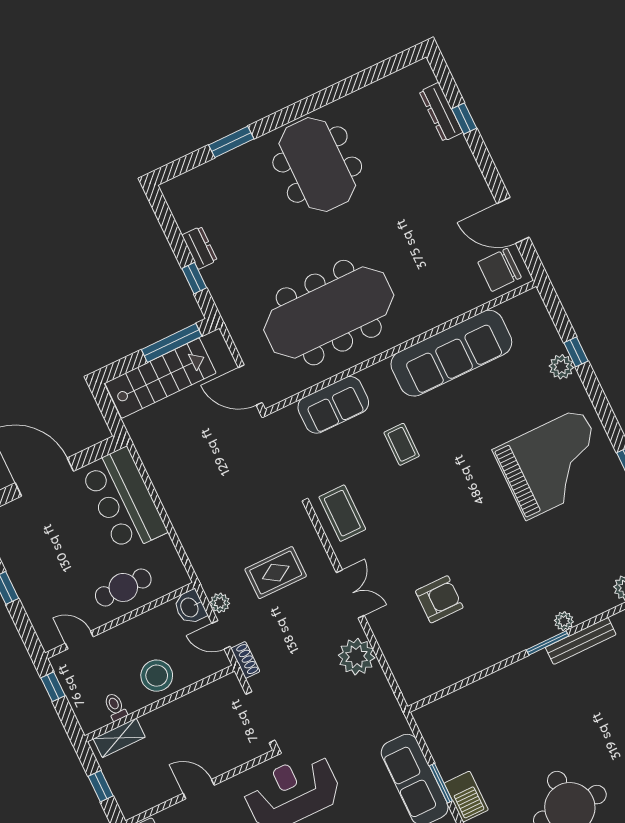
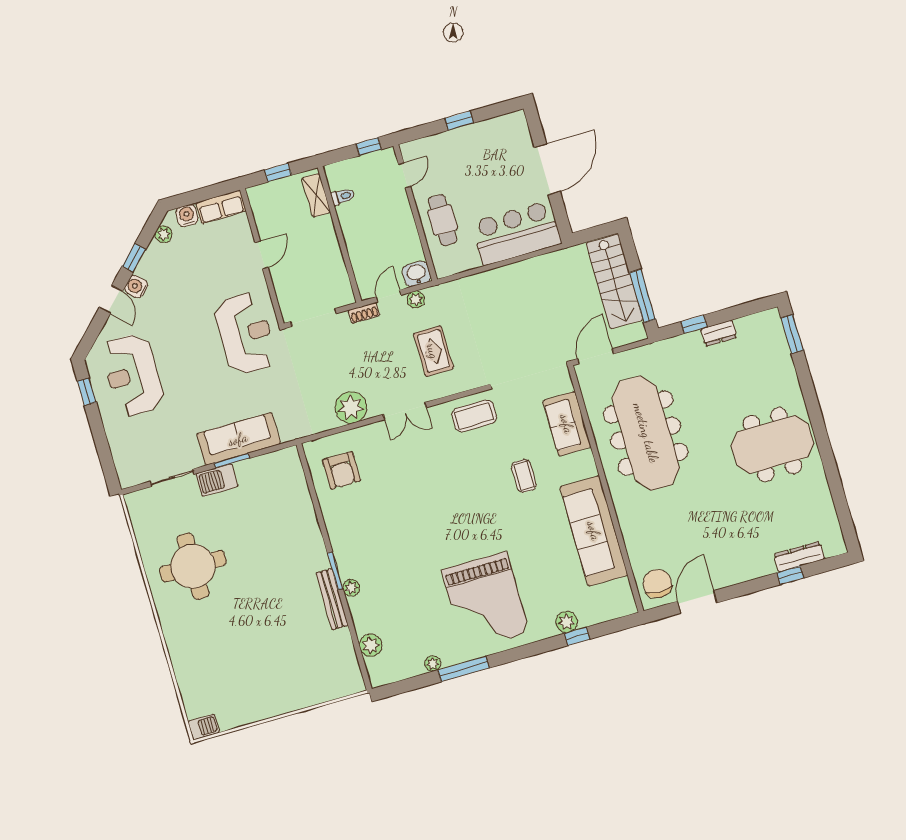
window: (231, 142) -> (792, 334), moved
coffee table: (402, 444) -> (524, 476), turned 90
armchair: (439, 599) -> (341, 470), moved
stool: (157, 676) -> (363, 236), removed

